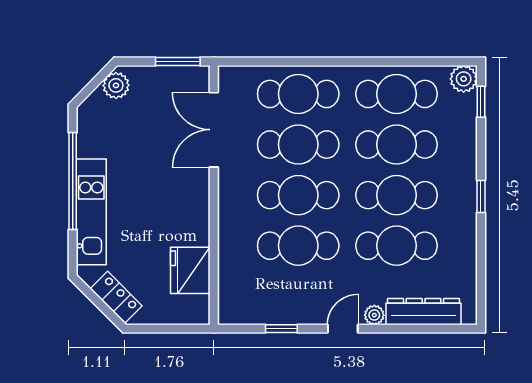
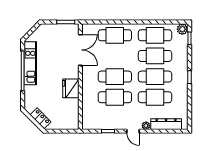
plant: (116, 85) -> (40, 32), removed
double door: (214, 130) -> (80, 50), swing flipped
cafe table: (298, 145) -> (115, 56), removed
kitchen unit: (91, 212) -> (30, 63), moved
fridge: (190, 270) -> (71, 88), moved
door: (343, 329) -> (133, 131), swing flipped

